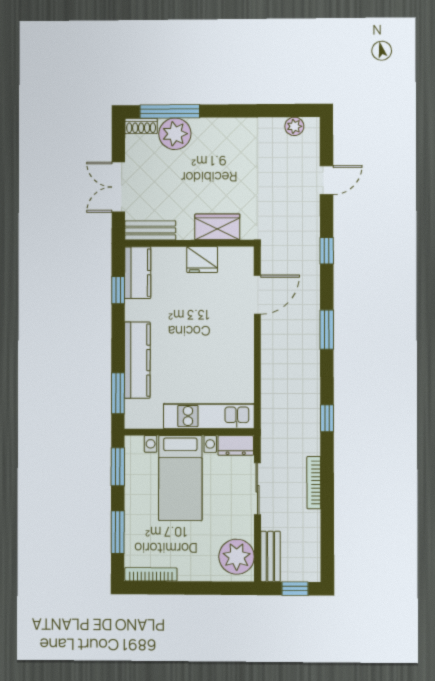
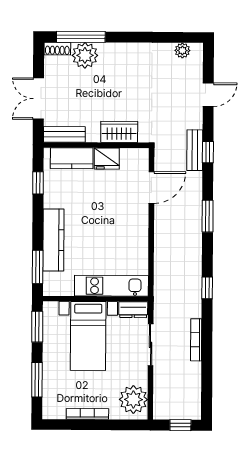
kitchen counter: (138, 273) -> (72, 158), moved, turned 90
bench: (270, 556) -> (195, 150), moved
bookcase: (151, 574) -> (87, 414), moved

